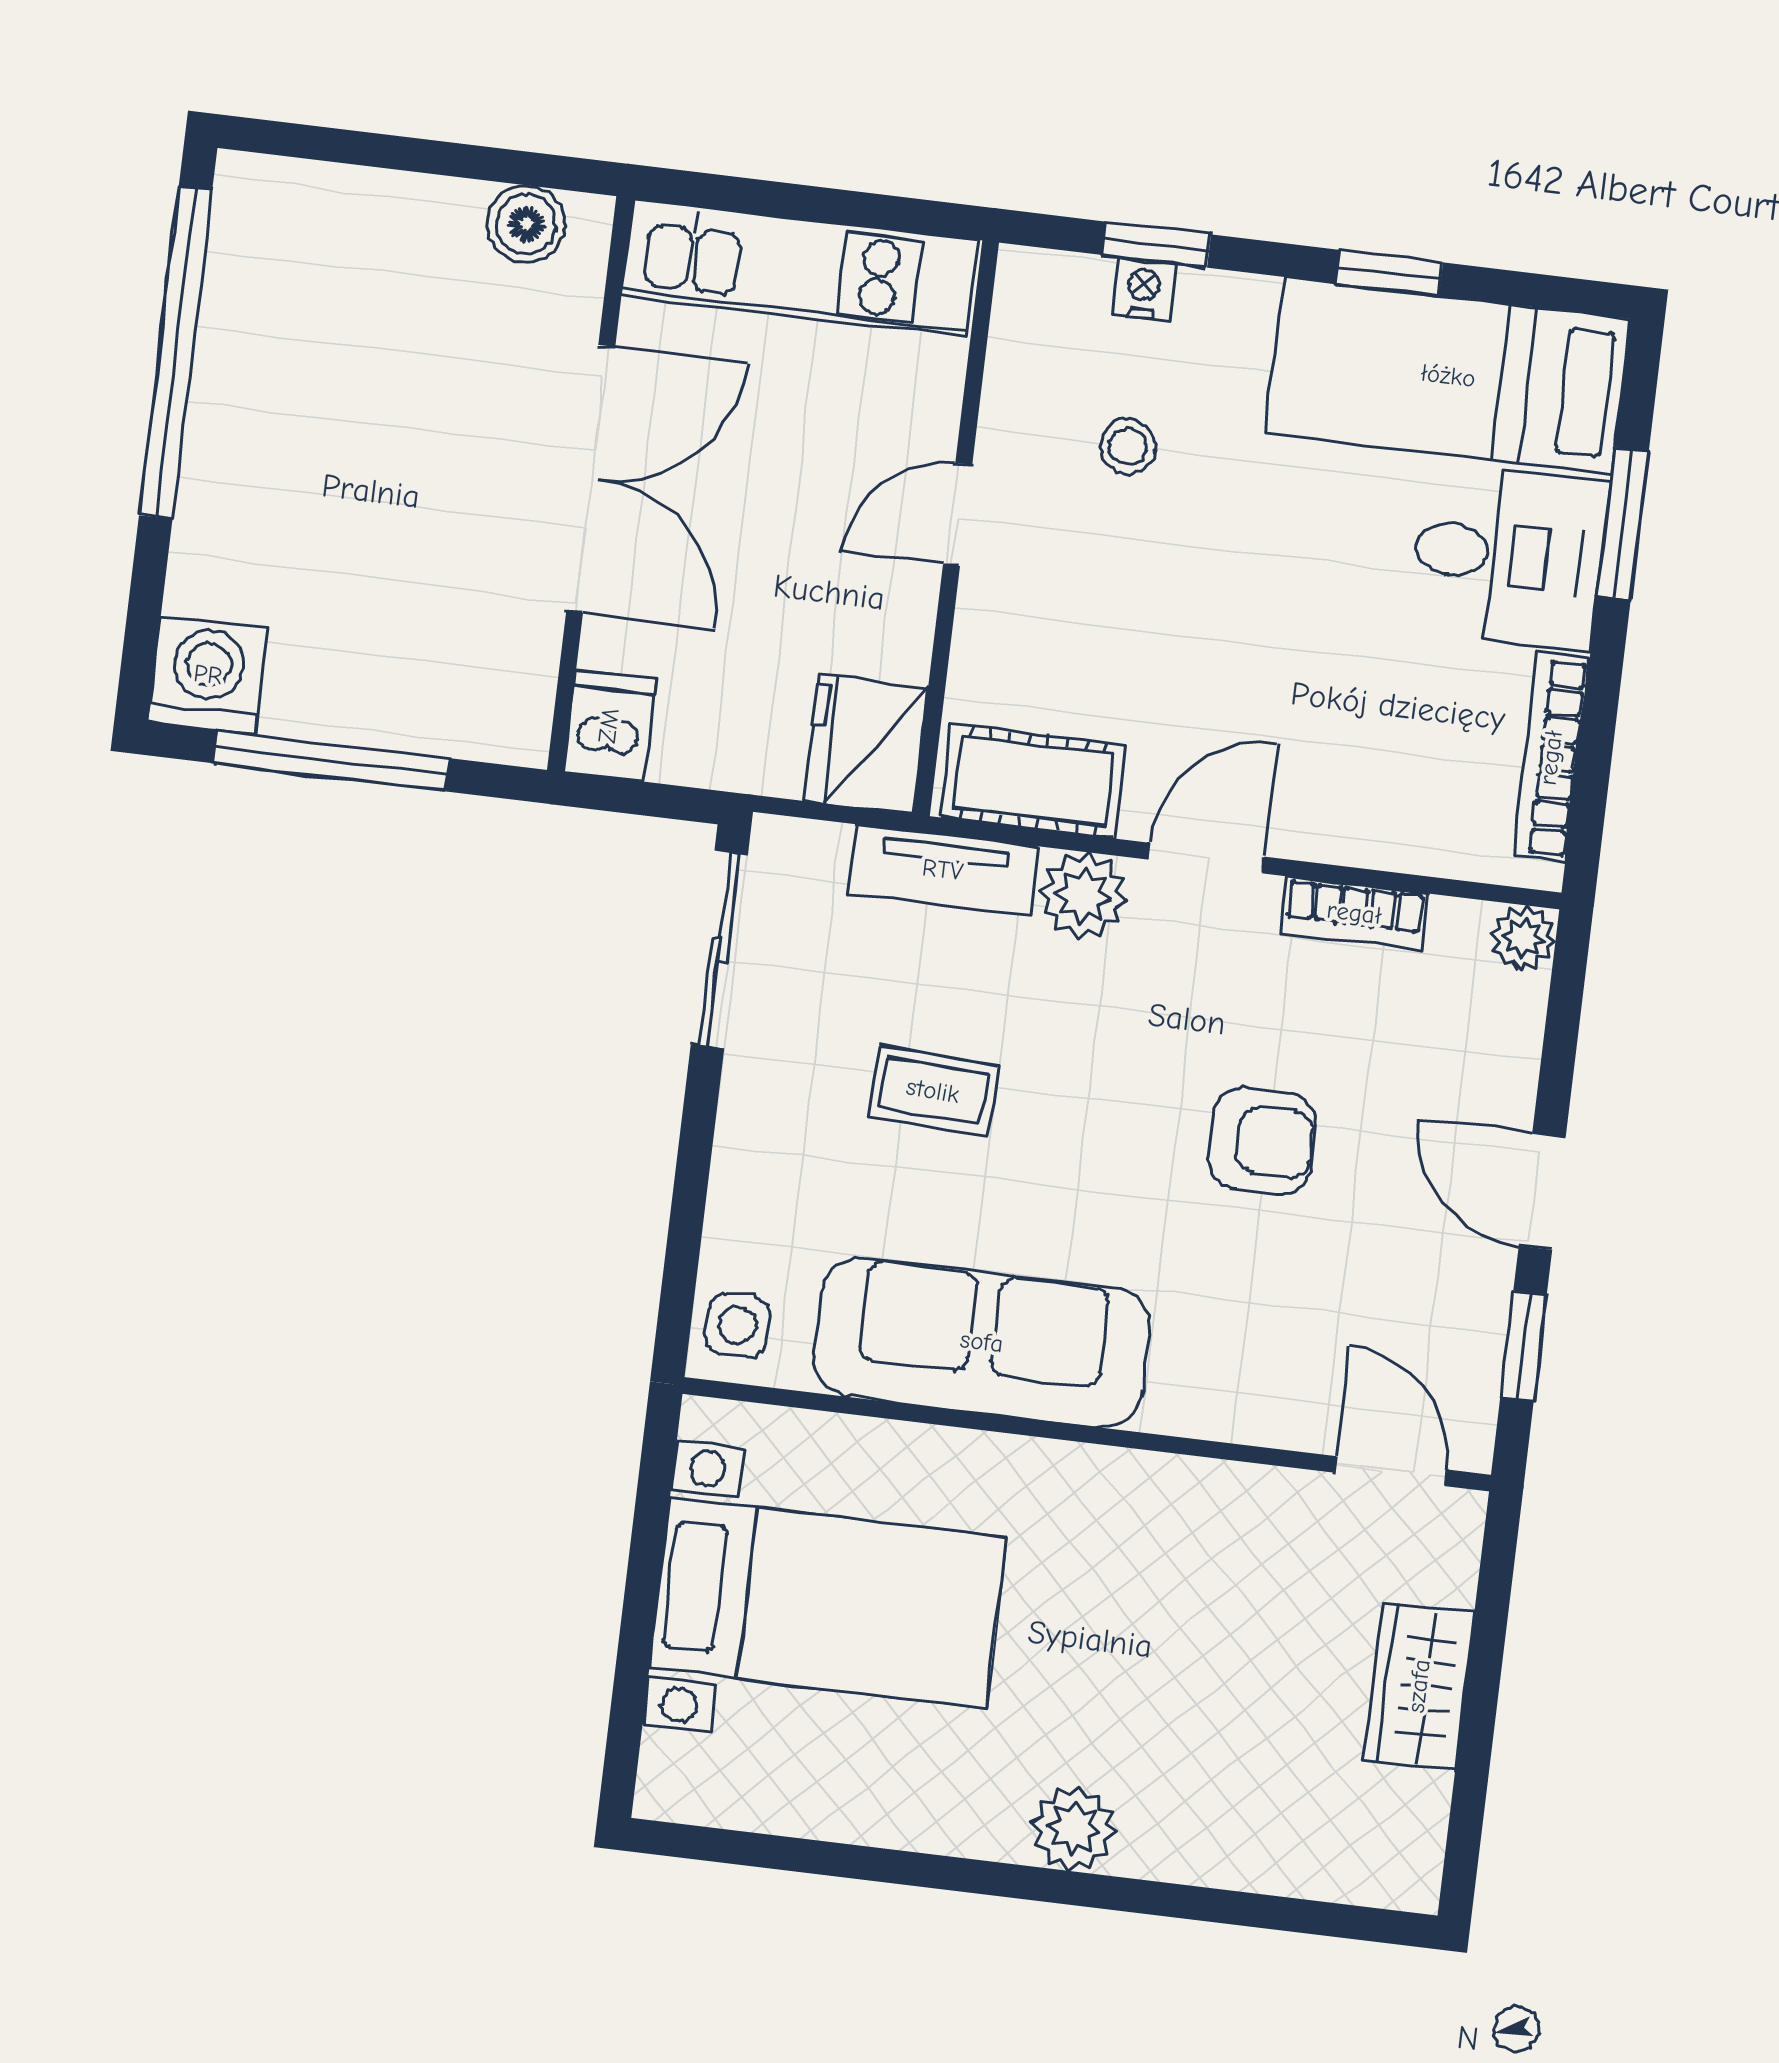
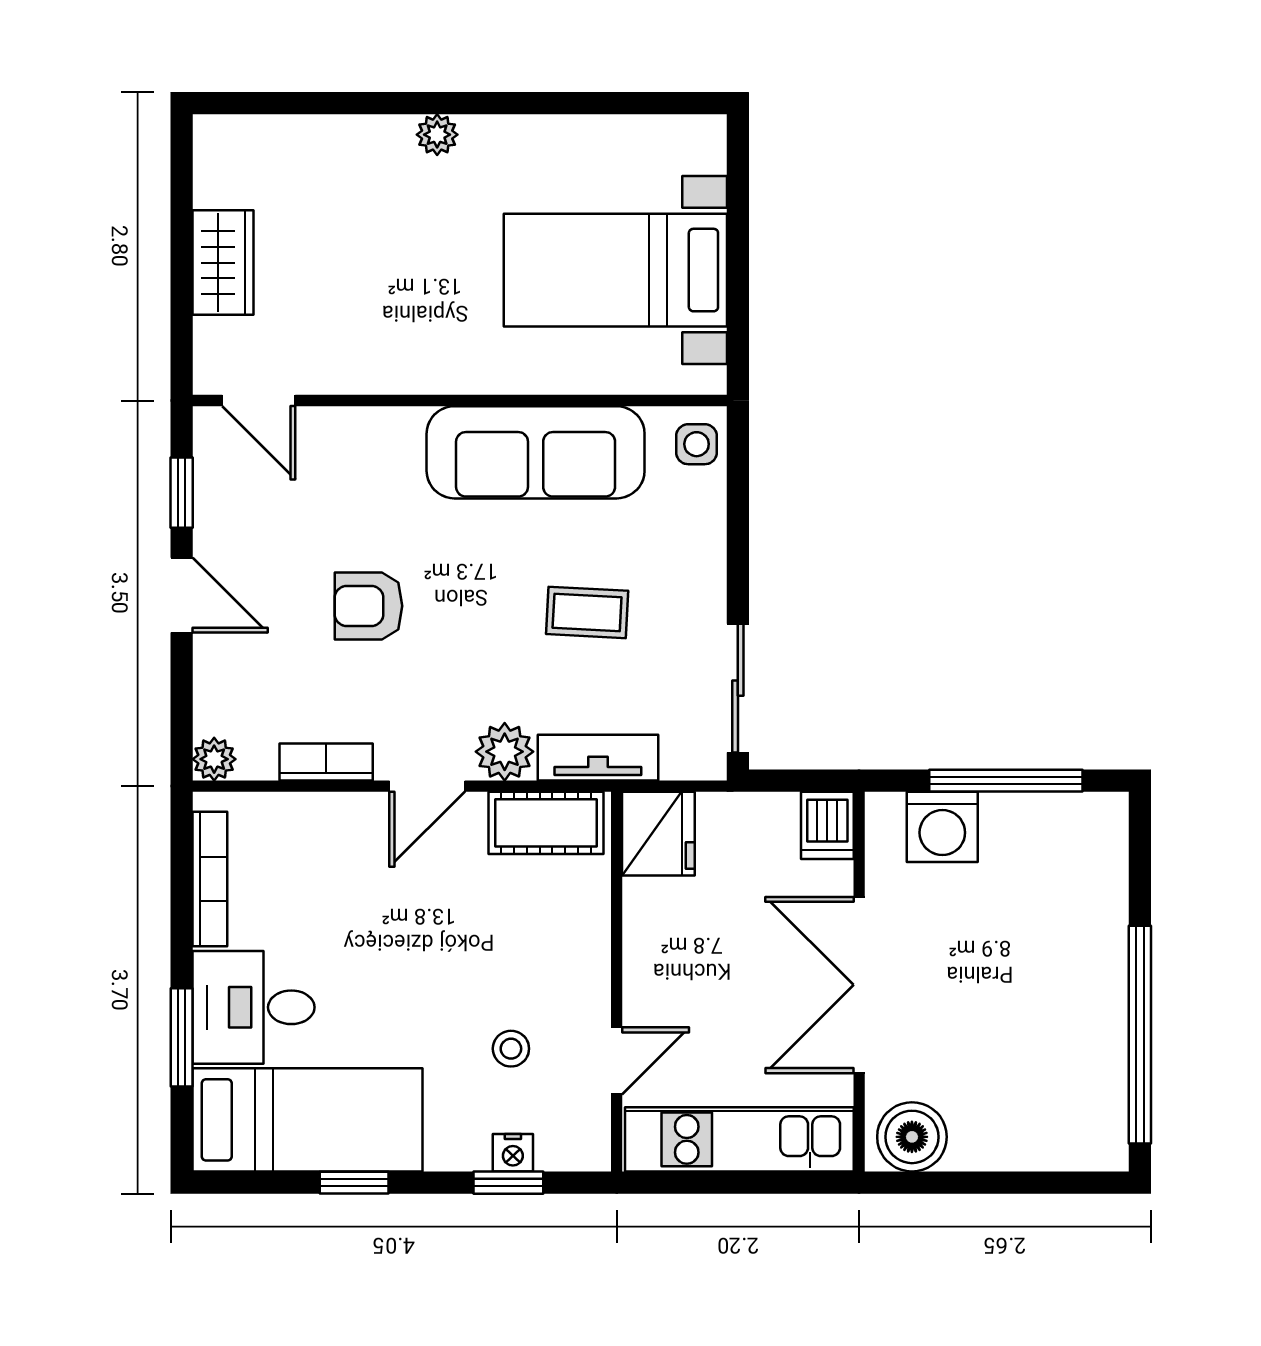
boiler: (526, 224) -> (912, 1137), width x1.36, depth x1.36
door: (958, 515) -> (617, 1061), moved
washing machine: (208, 675) -> (942, 827), moved
plant: (1074, 1828) -> (437, 135), width x0.73, depth x0.73

